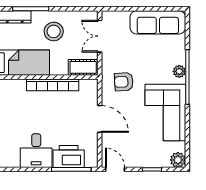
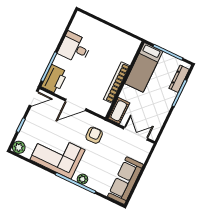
stool: (54, 31) -> (155, 102), removed
printer: (69, 156) -> (54, 79), moved

